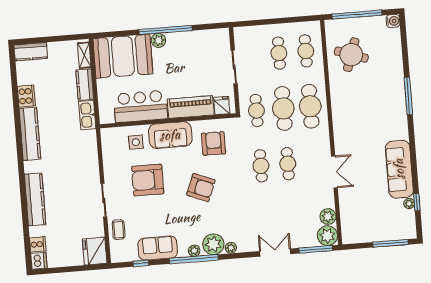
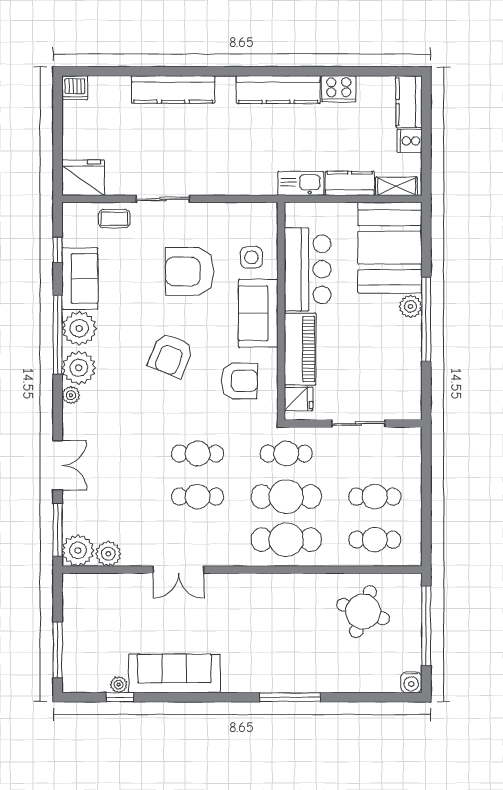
armchair: (148, 180) -> (190, 271), turned -90
cooker: (38, 244) -> (409, 141), moved, turned 90
plant: (194, 251) -> (79, 328), width x1.88, depth x1.88

